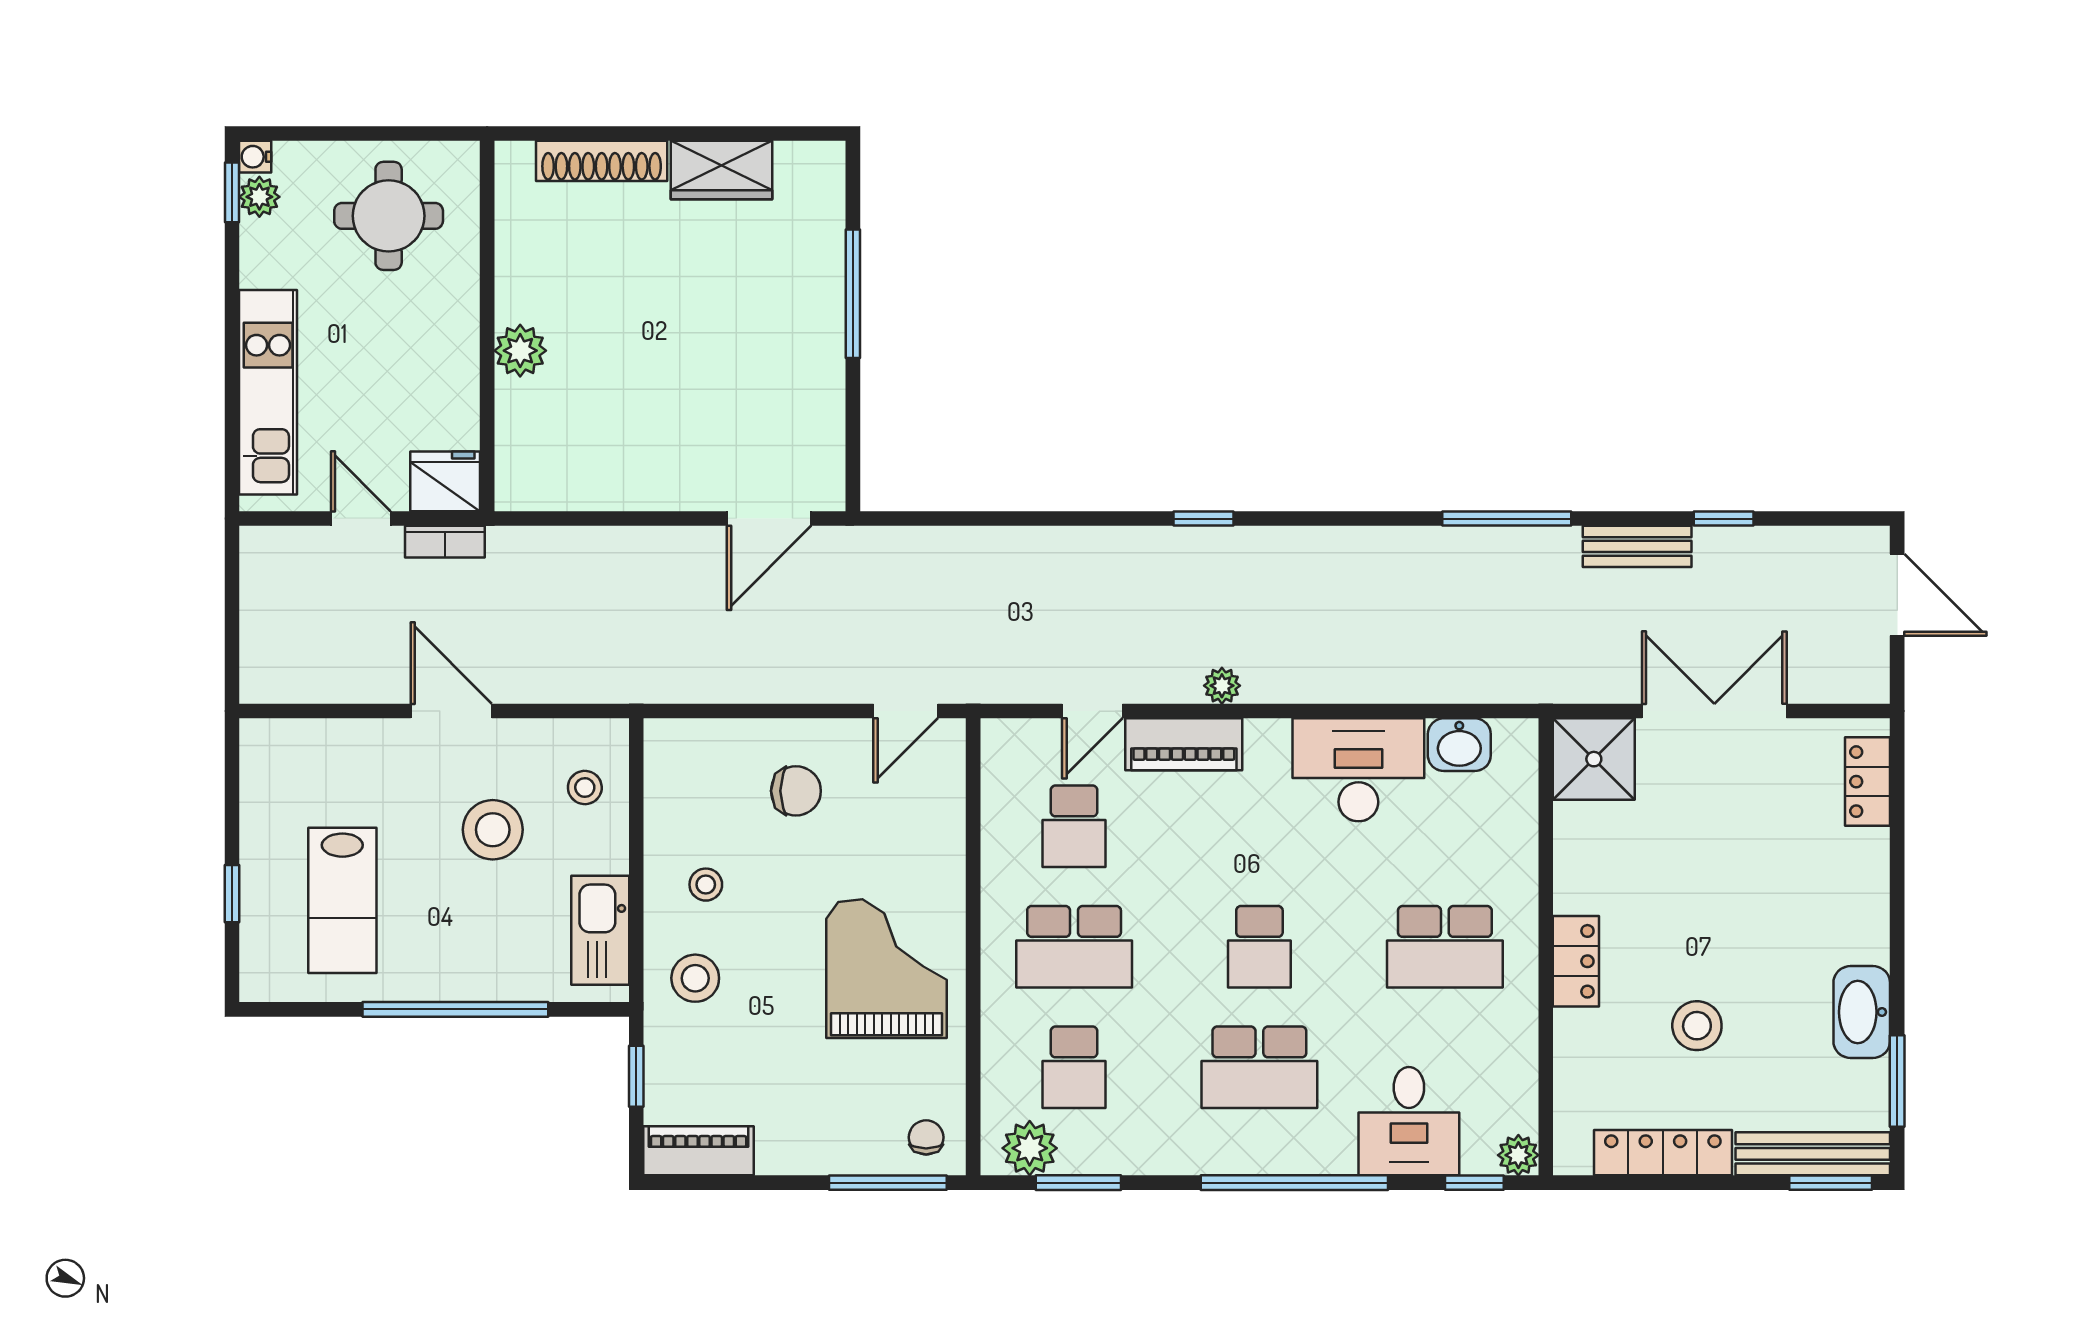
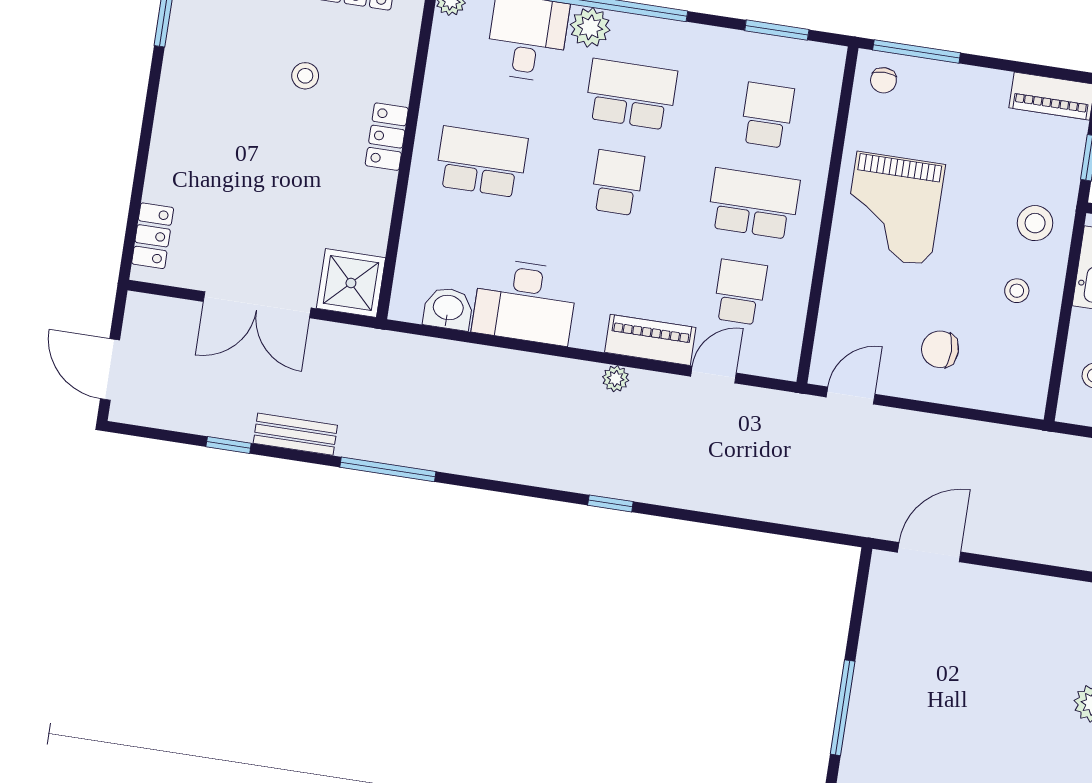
washbasin: (1862, 1012) -> (183, 67), removed
stool: (1697, 1026) -> (305, 76), width x0.73, depth x0.73
plant: (1030, 1148) -> (590, 27), moved

